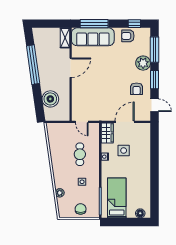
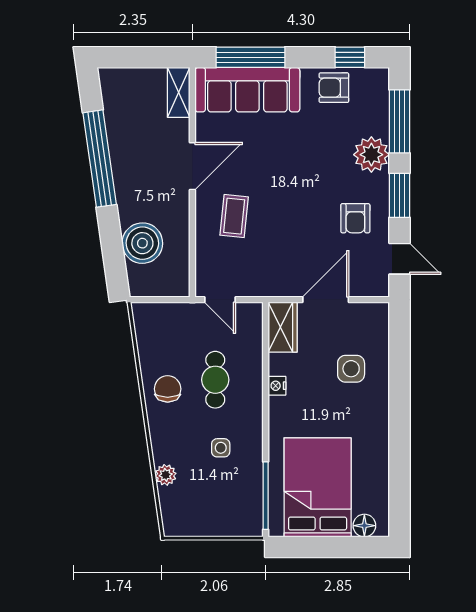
coffee table: (87, 88) -> (234, 216), added
side table: (124, 151) -> (351, 369), moved
bed: (117, 198) -> (318, 487), width x1.50
chair: (81, 209) -> (168, 389), moved

